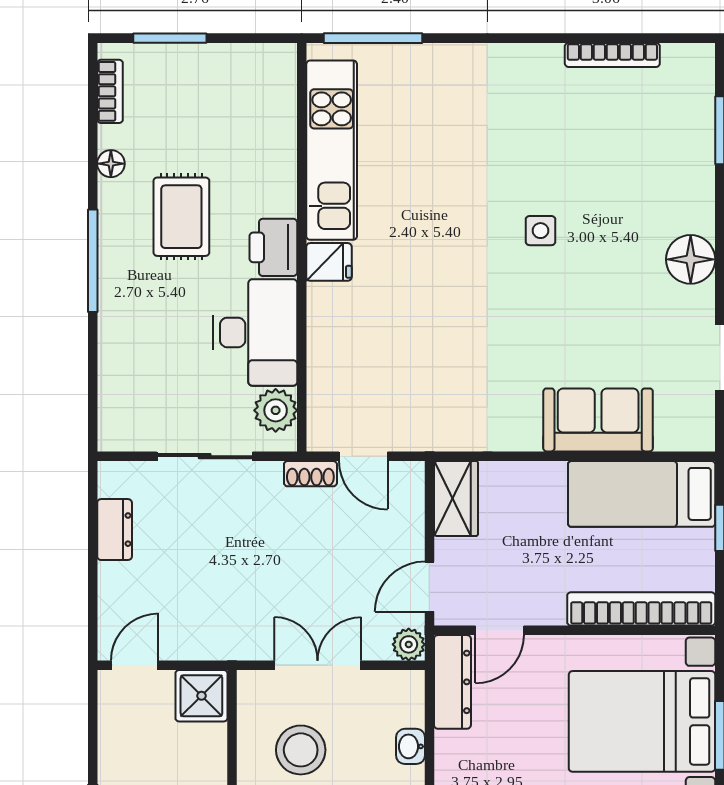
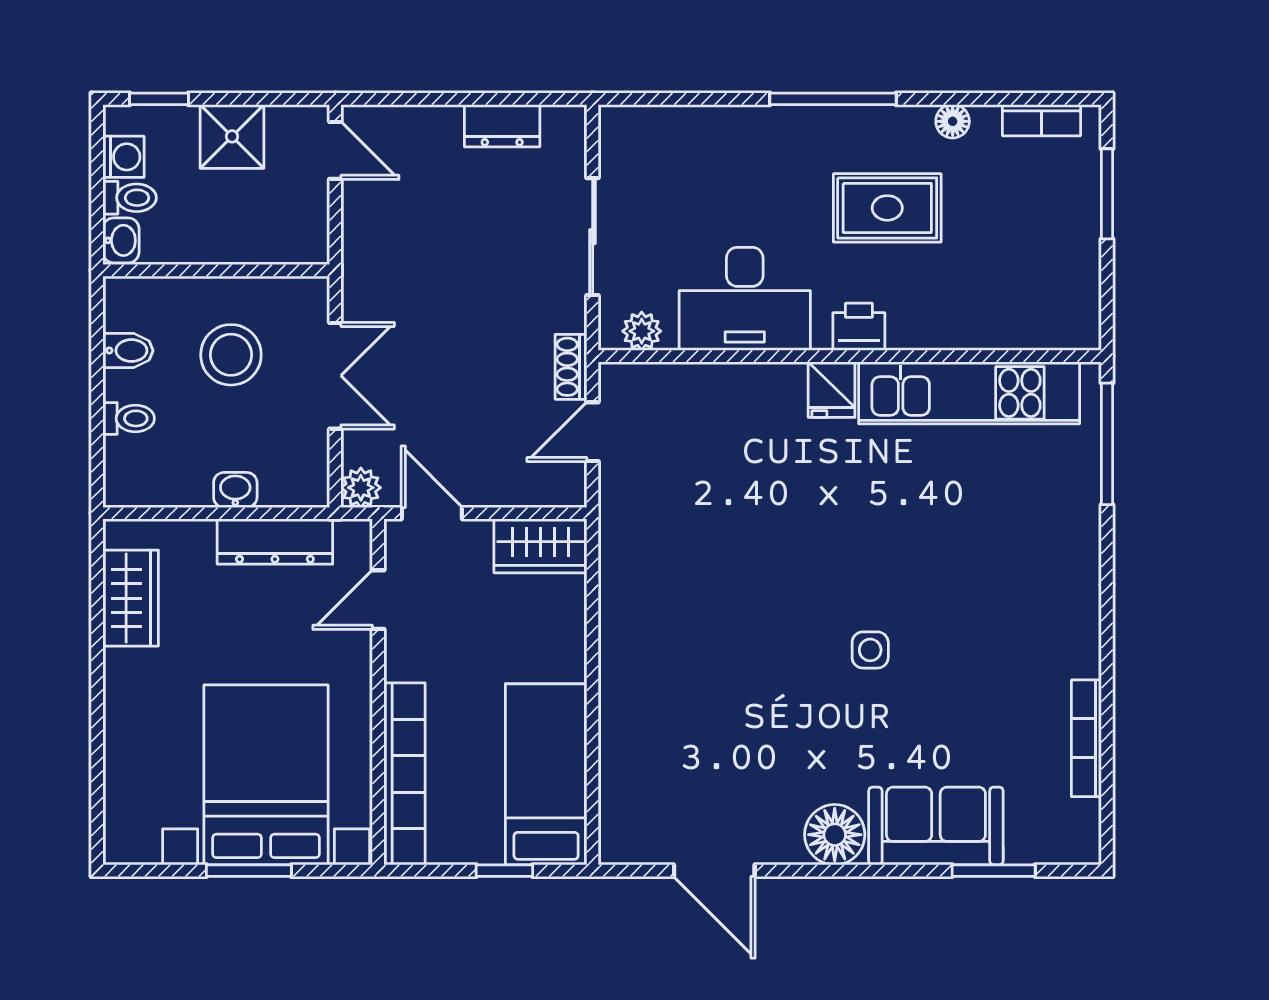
printer: (273, 247) -> (859, 327), width x0.73, depth x0.81
plant: (276, 410) -> (642, 331), width x0.73, depth x0.73
sofa: (598, 420) -> (936, 826), moved, turned -90
door: (500, 630) -> (378, 600), hinge flipped
dresser: (452, 682) -> (275, 542), moved
shower: (201, 696) -> (232, 136), moved

